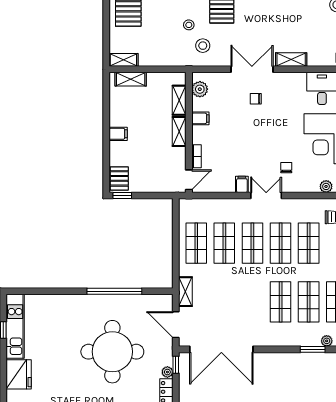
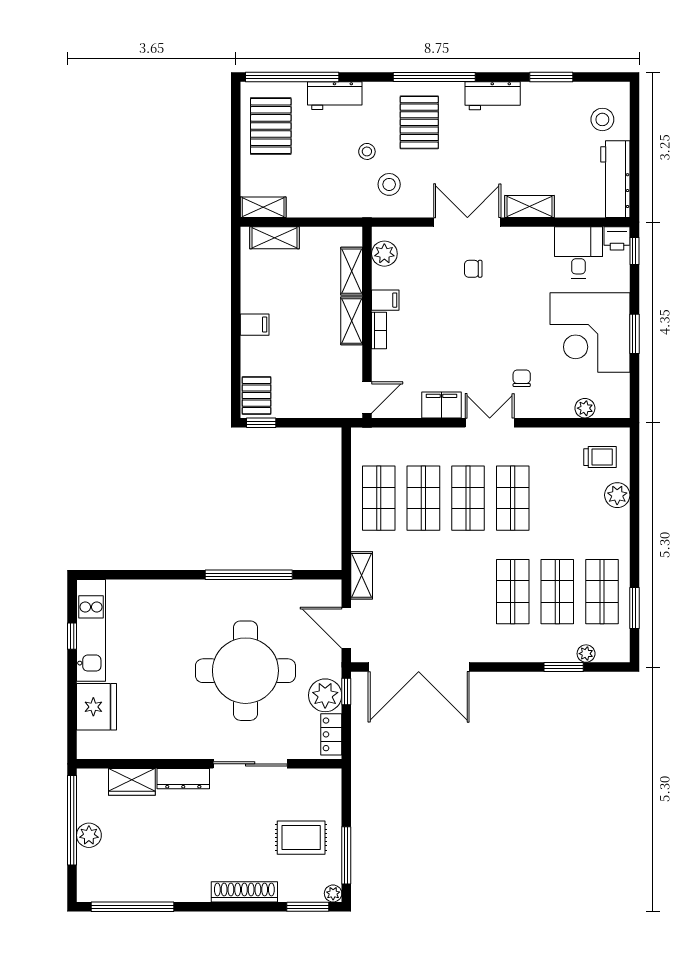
bookcase: (196, 156) -> (379, 330), moved
filing cabinet: (242, 184) -> (441, 405), width x2.00
shop shelf: (309, 243) -> (557, 498), removed
plant: (167, 372) -> (325, 695), width x1.88, depth x1.88

